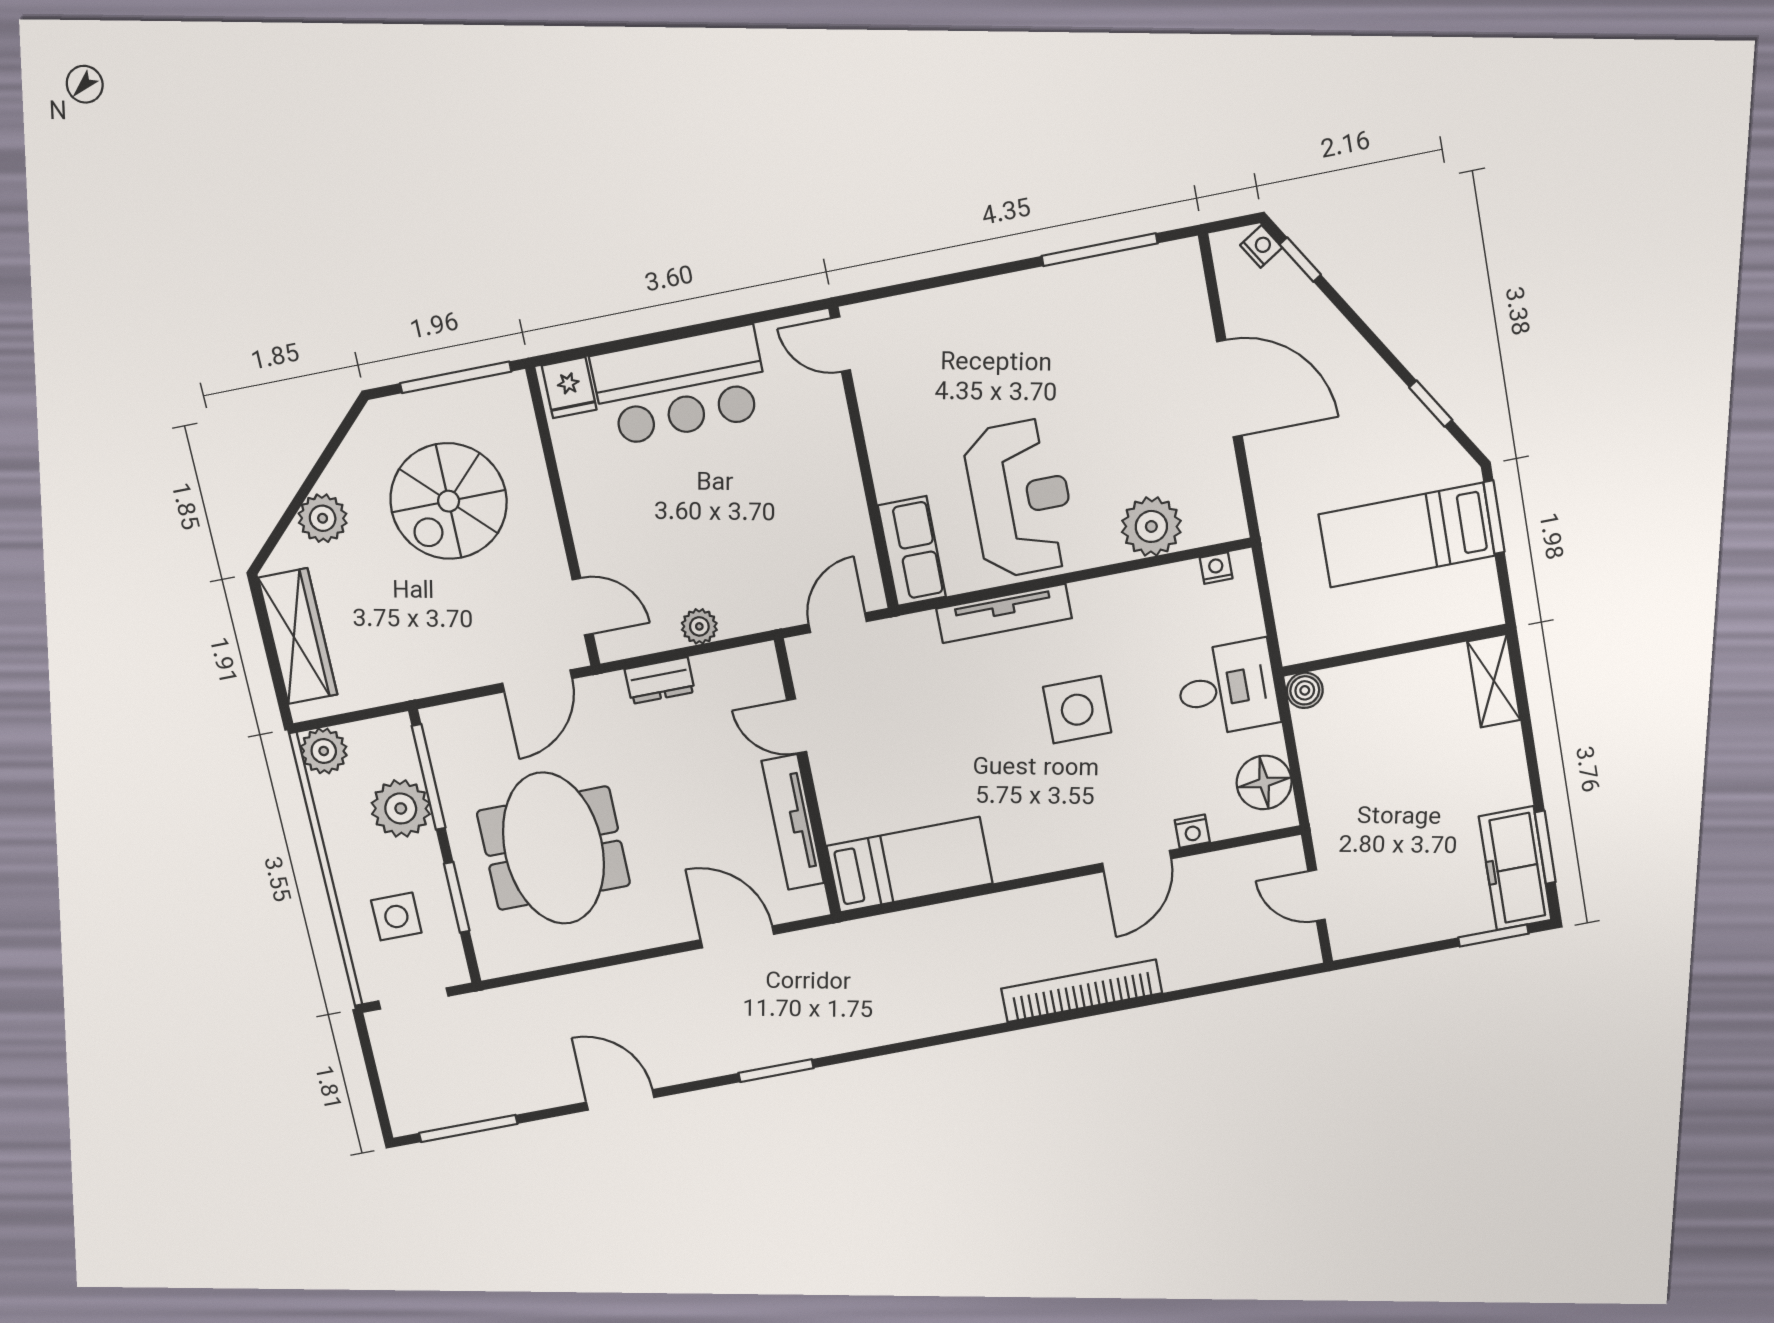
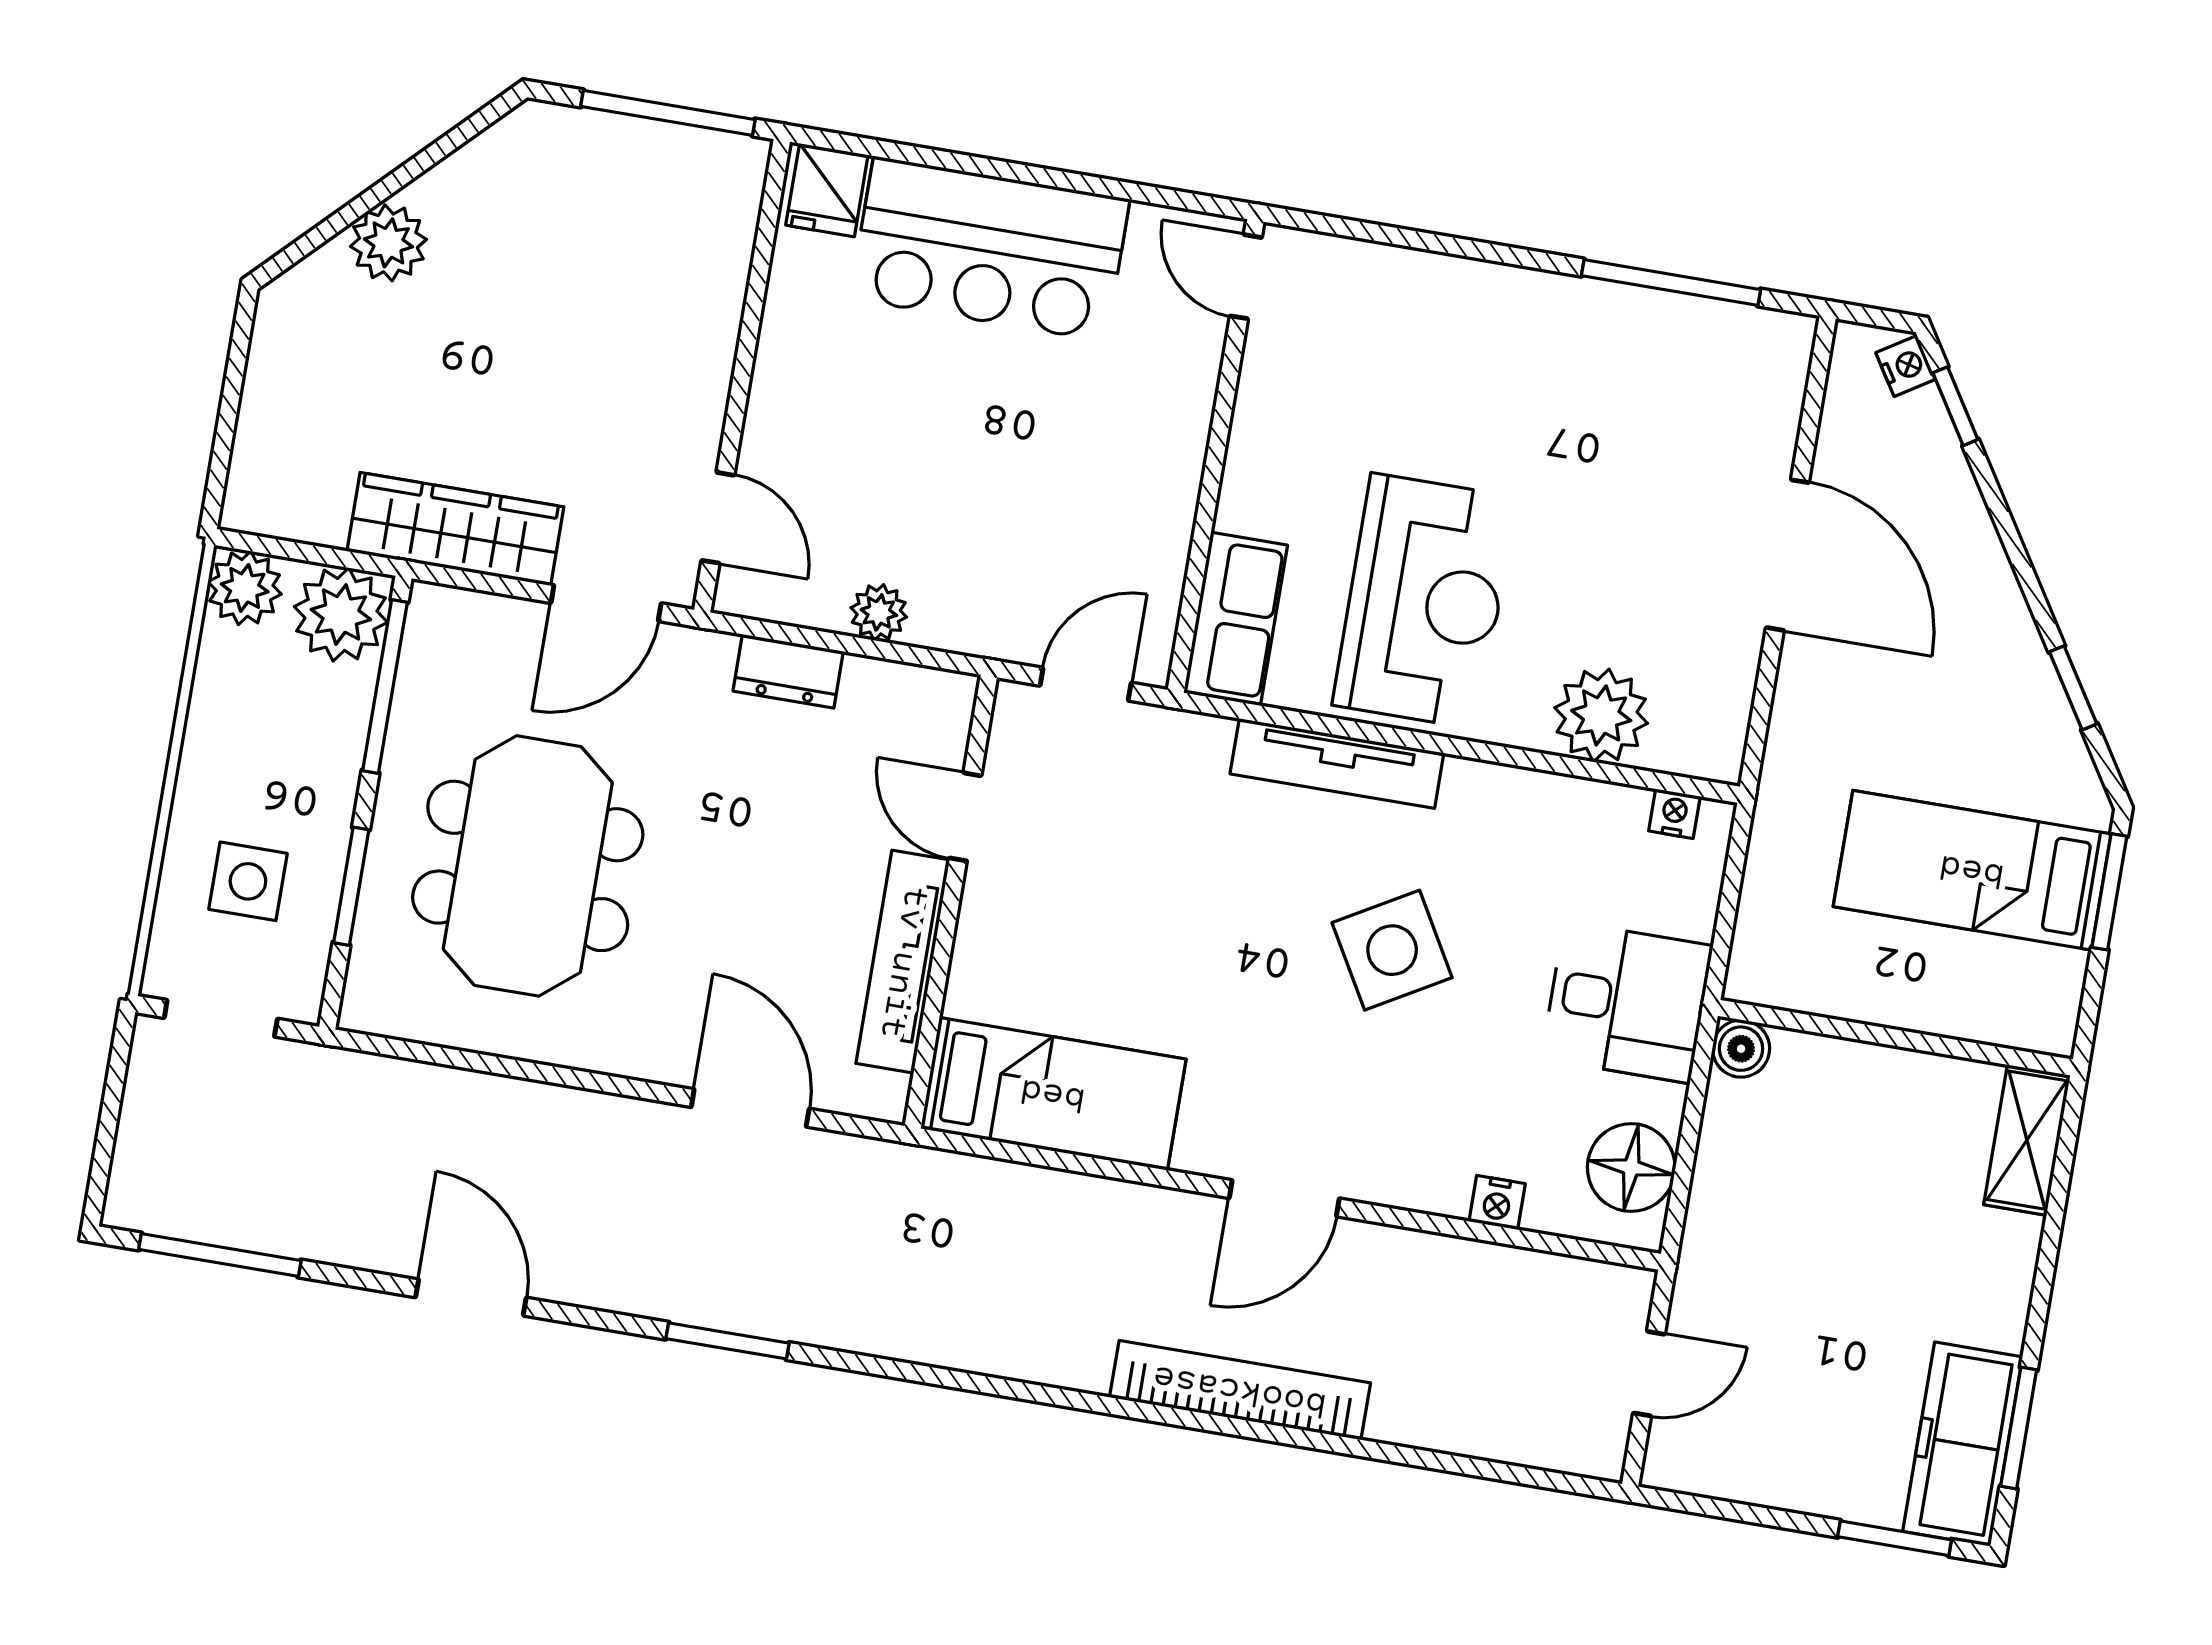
spiral stairs: (449, 501) -> (584, 288), removed
wardrobe: (298, 636) -> (455, 529), moved, turned -90
side table: (1077, 710) -> (1392, 950), turned -30
plant: (401, 808) -> (341, 614), moved
door: (1137, 861) -> (1284, 1198), moved
door: (1317, 895) -> (1649, 1374), swing flipped

